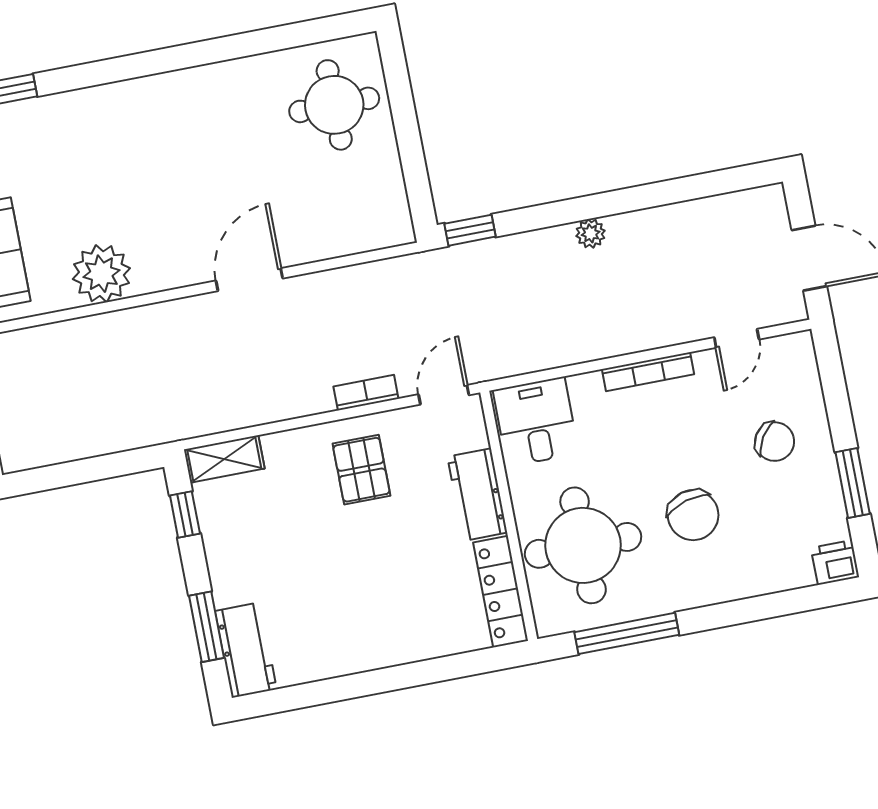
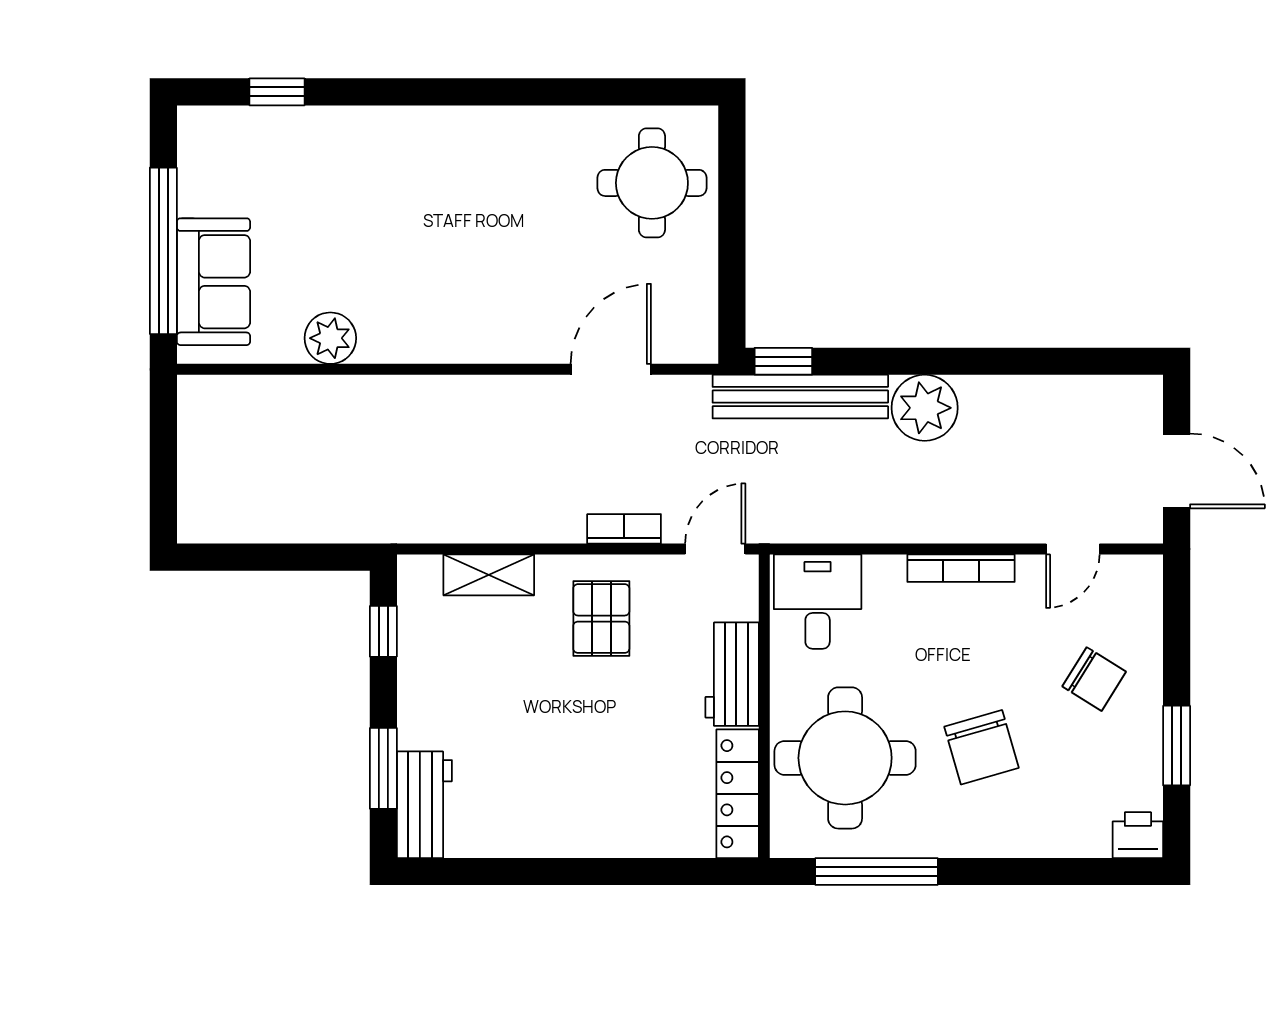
plant: (591, 233) -> (925, 408), width x1.87, depth x1.87
bench: (489, 256) -> (800, 397), added
plant: (101, 274) -> (330, 338), width x0.73, depth x0.73
door: (249, 280) -> (611, 369), moved
shelving: (224, 459) -> (489, 575), moved

